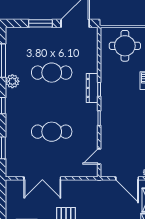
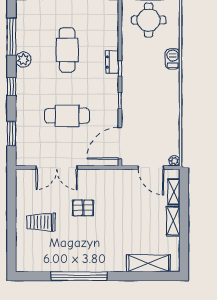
cafe table: (52, 73) -> (67, 50), turned 90
dresser: (92, 88) -> (112, 62), width x0.70
door: (99, 156) -> (120, 143), width x1.87

